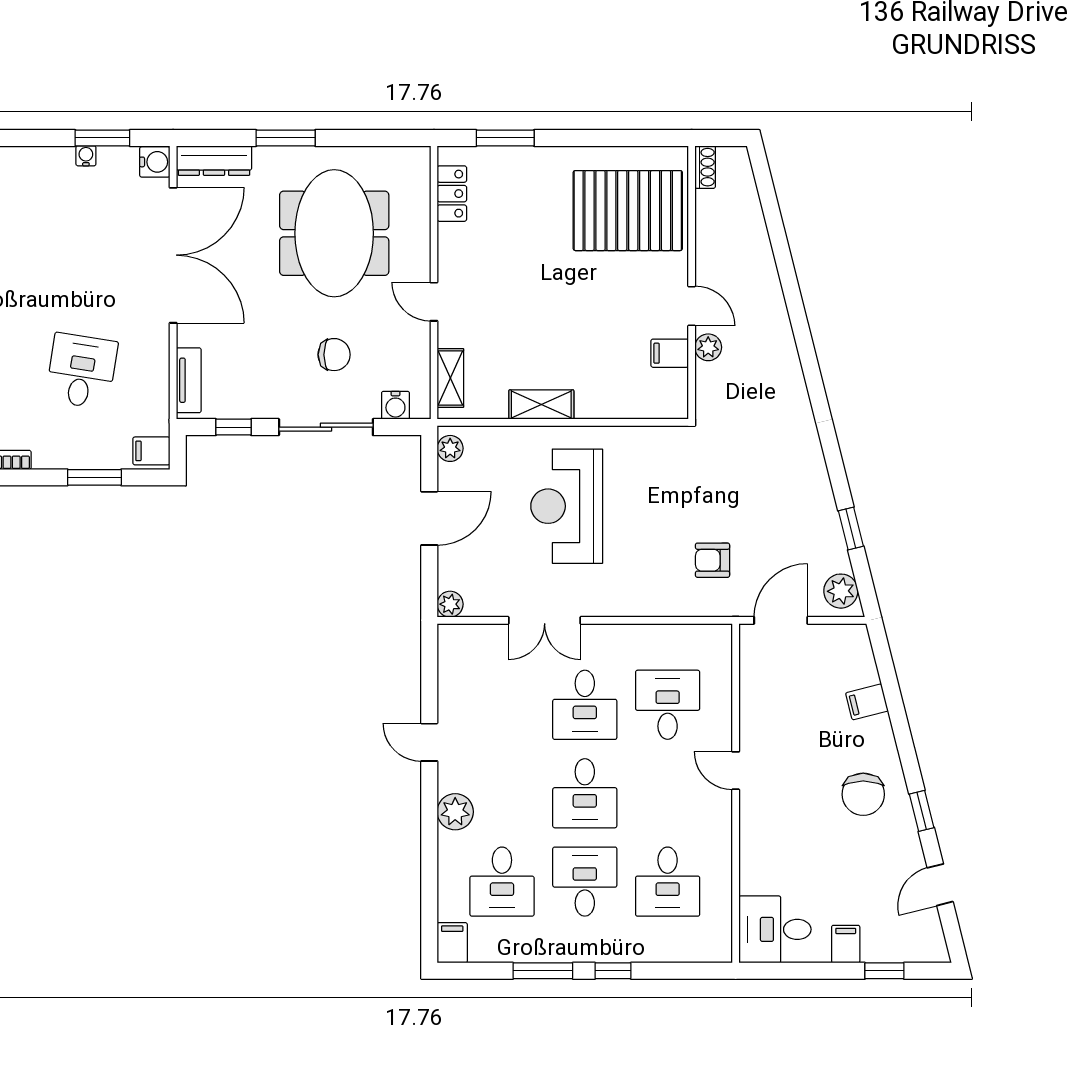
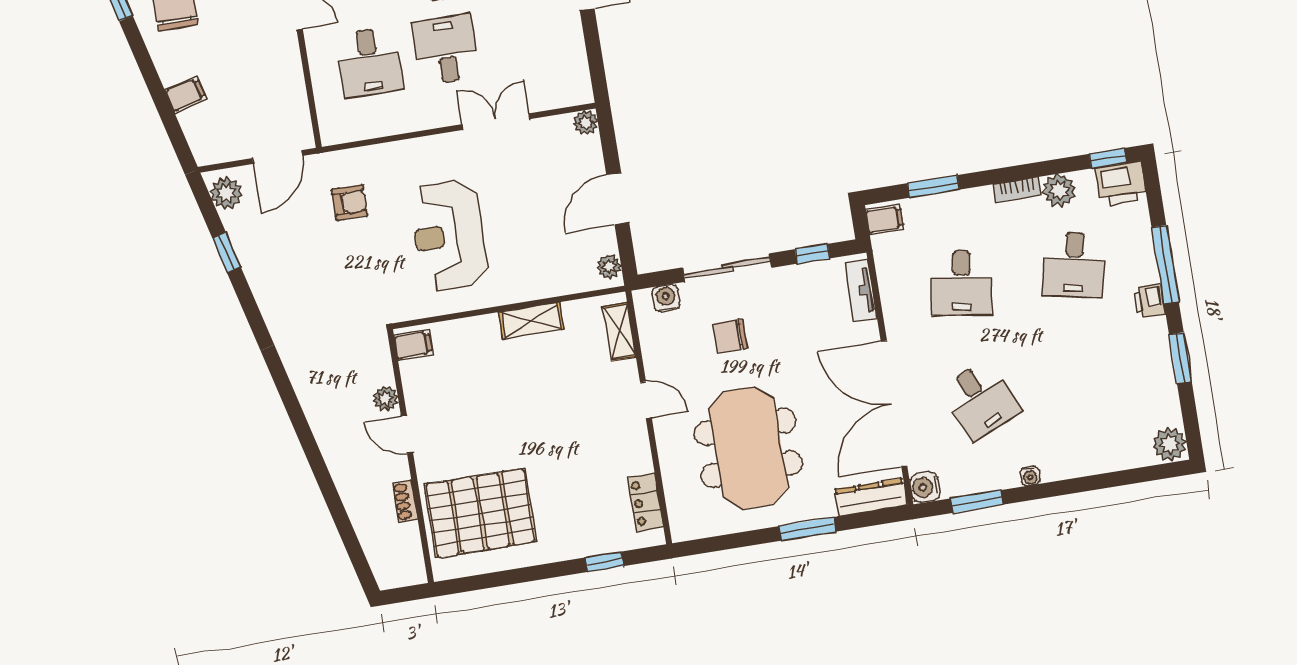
window: (505, 138) -> (605, 562), width x0.67
water cooler: (86, 156) -> (1030, 476), moved
shoe rack: (705, 167) -> (405, 501), moved
desk: (82, 244) -> (980, 400), added
filing cabinet: (670, 353) -> (413, 345), moved
reception desk: (567, 506) -> (449, 235), moved, turned 180

